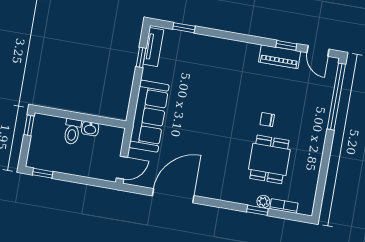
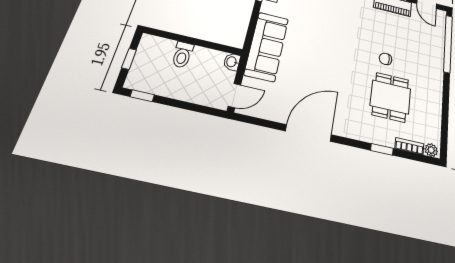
window: (29, 125) -> (129, 59), moved
washbasin: (90, 129) -> (232, 62), moved, turned 90
door: (173, 196) -> (309, 133), moved
plant: (263, 202) -> (431, 150), moved

